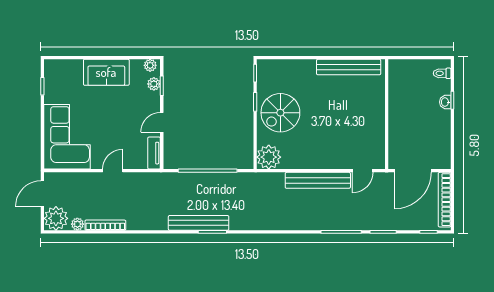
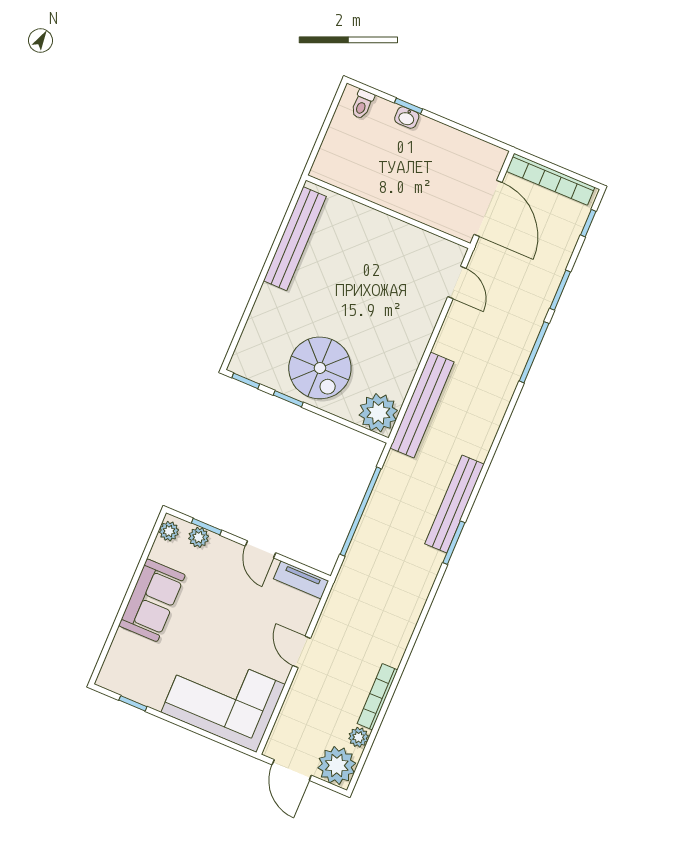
bench: (318, 180) -> (422, 405), moved
bench: (199, 223) -> (454, 504), moved

